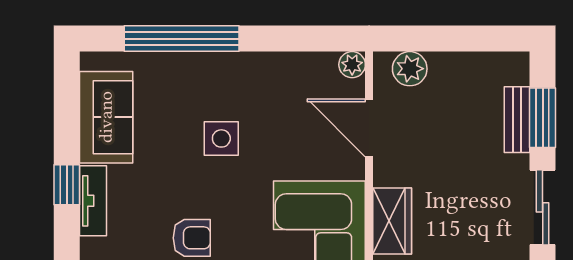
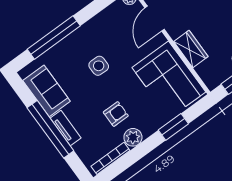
door: (369, 128) -> (155, 19), hinge flipped
window: (67, 185) -> (50, 129), width x3.17

